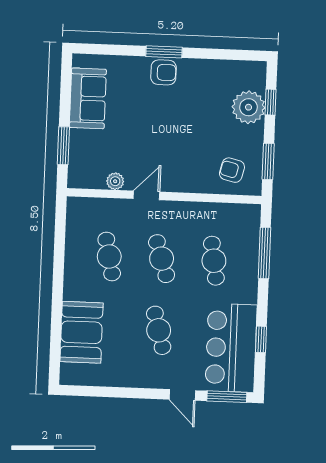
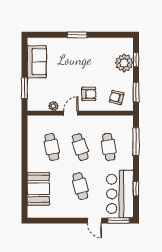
armchair: (163, 72) -> (89, 94), moved

